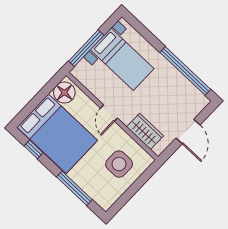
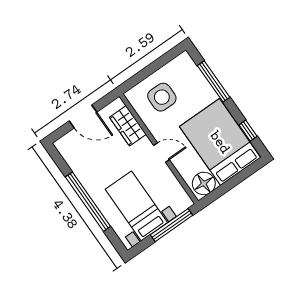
window: (185, 71) -> (88, 202), moved
door: (109, 113) -> (162, 152), hinge flipped
door: (188, 132) -> (83, 116), swing flipped

